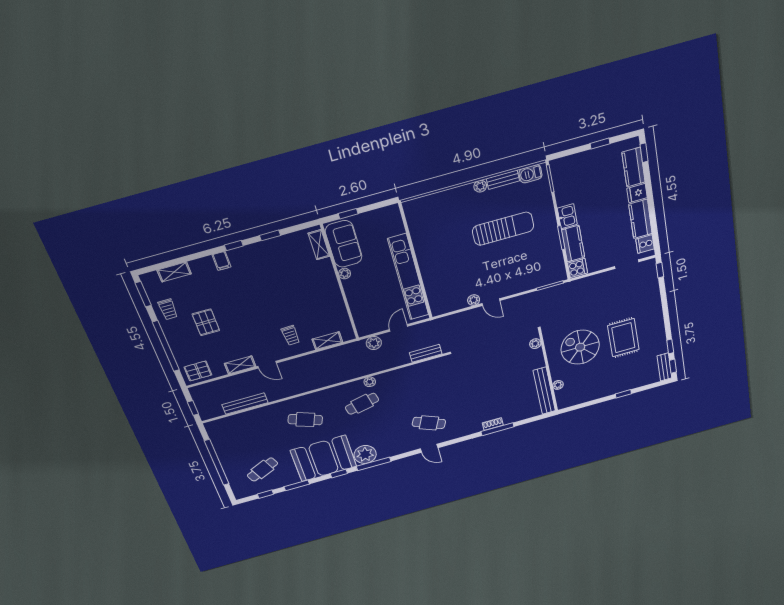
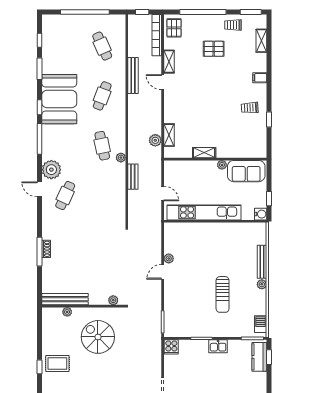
window: (600, 144) -> (269, 357), moved
bench: (503, 180) -> (262, 262), moved, width x1.36
water cooler: (392, 212) -> (261, 214), added
window: (348, 214) -> (269, 199), moved
sun lounger: (503, 229) -> (223, 294), width x0.73, depth x0.75
kitchen counter: (573, 244) -> (259, 357), moved, turned 90
window: (234, 245) -> (269, 91), removed
shelving: (319, 245) -> (204, 153), moved
trolley: (291, 335) -> (250, 108), moved
rug: (623, 338) -> (57, 364), moved, width x0.73, depth x0.70
plant: (374, 343) -> (155, 140), moved
spiral stairs: (580, 347) -> (98, 337), turned -90
bench: (426, 353) -> (133, 177), moved
door: (267, 365) -> (163, 82), hinge flipped
bookcase: (214, 386) -> (157, 35), added
bench: (245, 404) -> (133, 75), moved
door: (429, 448) -> (39, 189), hinge flipped
plant: (365, 455) -> (51, 170), moved
cafe table: (262, 469) -> (102, 46), moved

